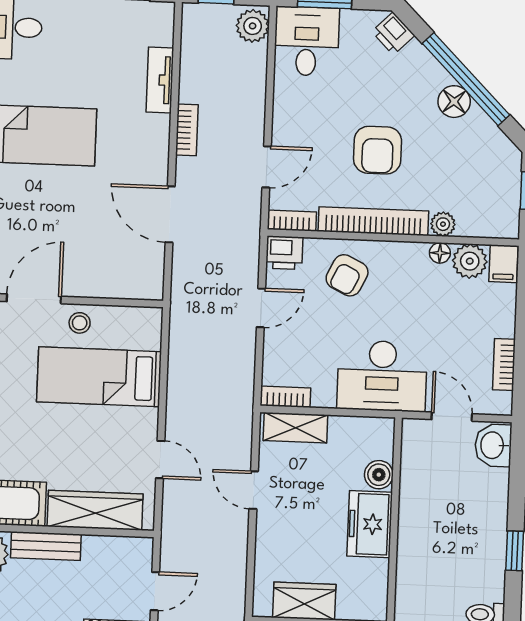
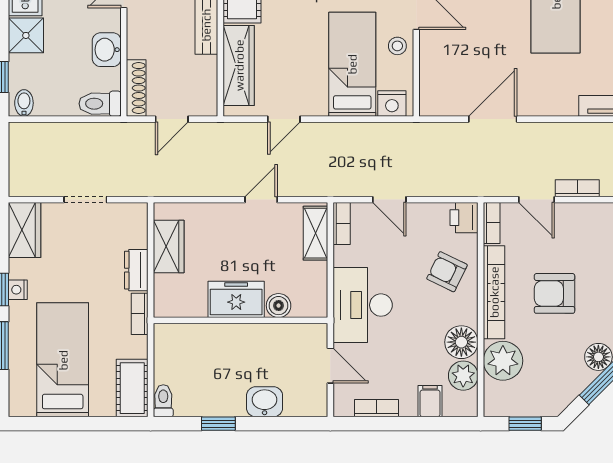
bookcase: (187, 130) -> (577, 188), moved, turned 180
plant: (443, 224) -> (503, 361), width x1.87, depth x1.87
floor lamp: (440, 253) -> (461, 342), width x1.89, depth x1.89
filing cabinet: (503, 264) -> (430, 401), moved, turned 90
door: (261, 308) -> (389, 200), moved
nightstand: (147, 332) -> (392, 104), added
door: (452, 417) -> (330, 366), hinge flipped
washbasin: (493, 445) -> (265, 402), moved
door: (155, 591) -> (172, 119), hinge flipped

